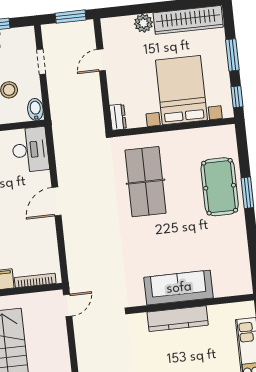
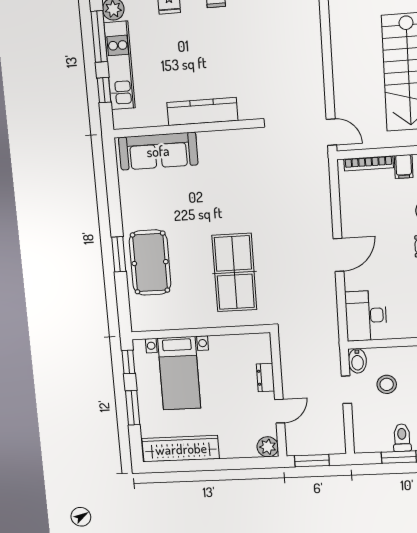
plant: (143, 23) -> (268, 447), moved
doorway: (41, 62) -> (346, 390), moved
bed with nightstands: (181, 90) -> (179, 373), width x0.73
dresser: (118, 117) -> (265, 377), moved
sofa: (179, 288) -> (158, 151), moved
door: (68, 305) -> (331, 132), swing flipped

